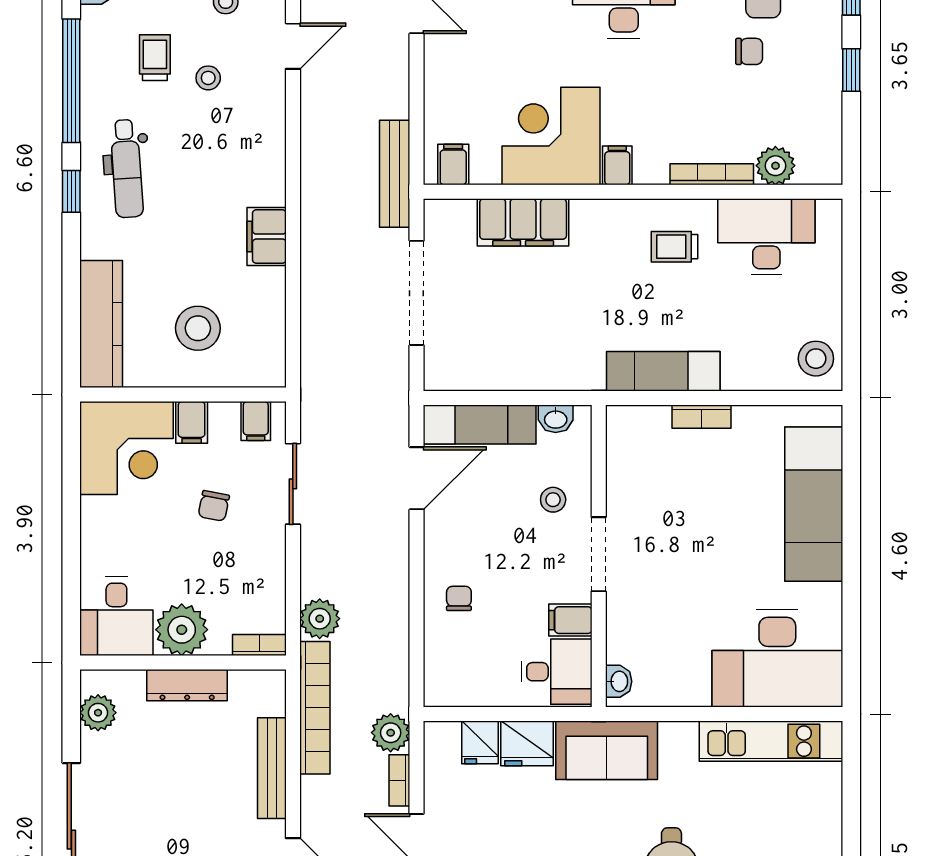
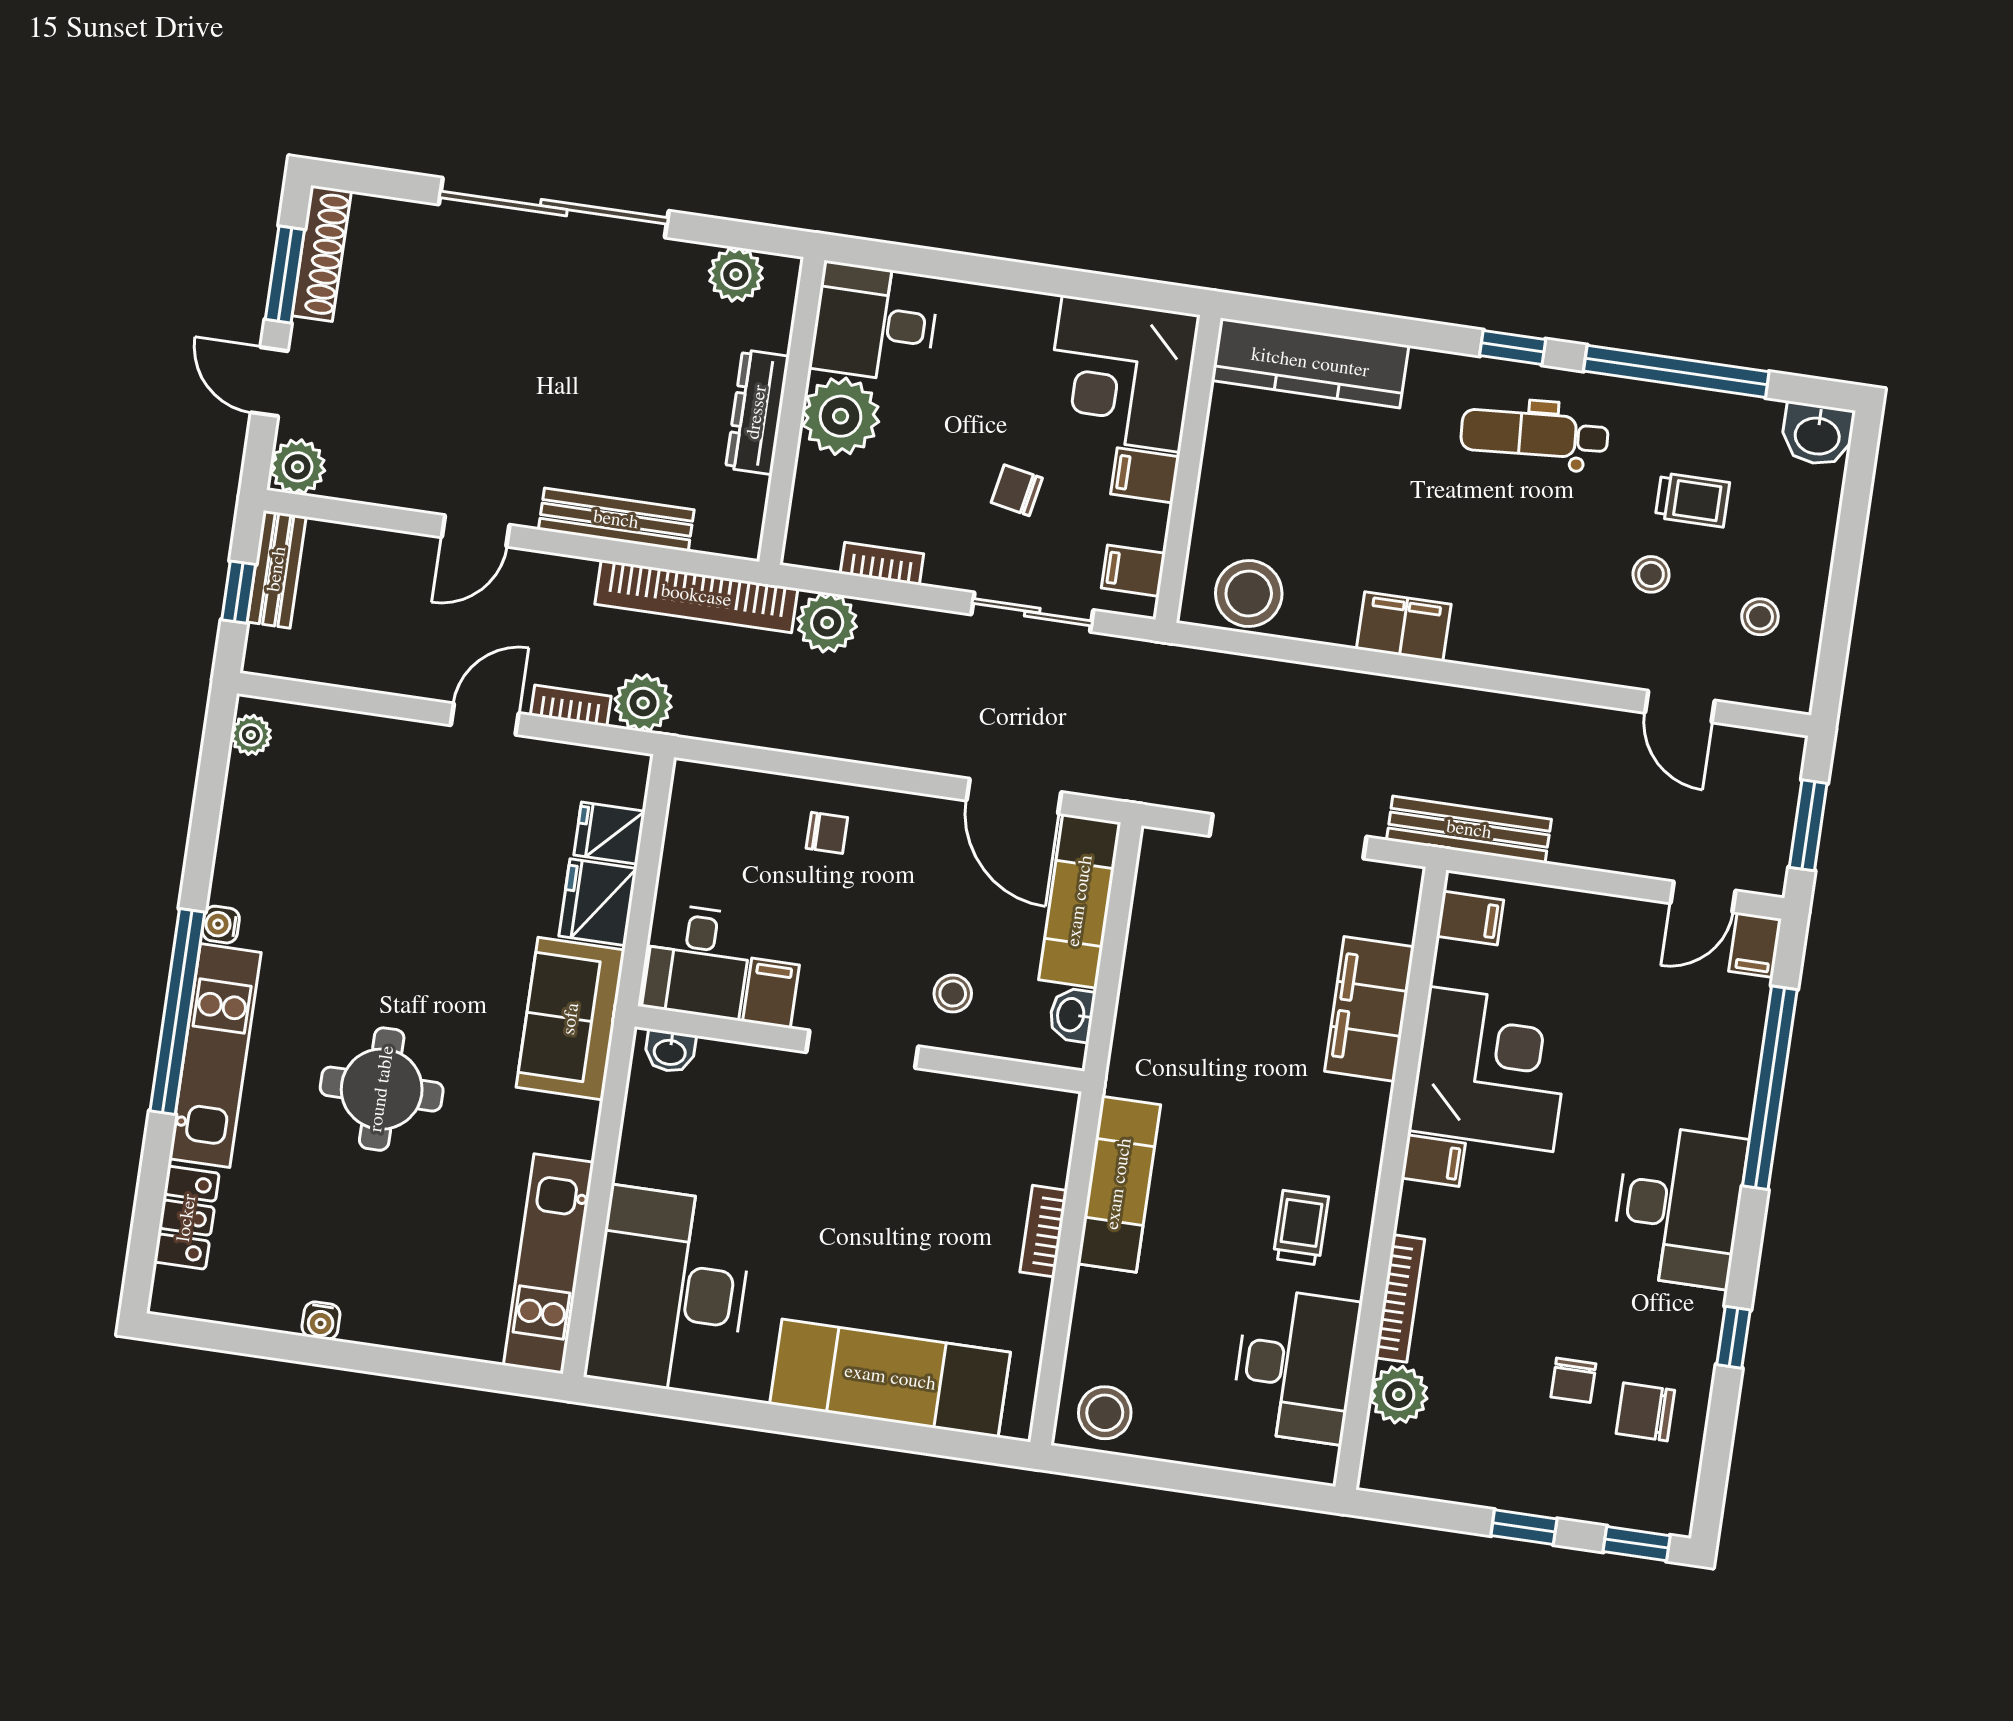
stool: (198, 328) -> (1249, 594), moved
bookcase: (259, 645) -> (882, 564), moved, turned -90

